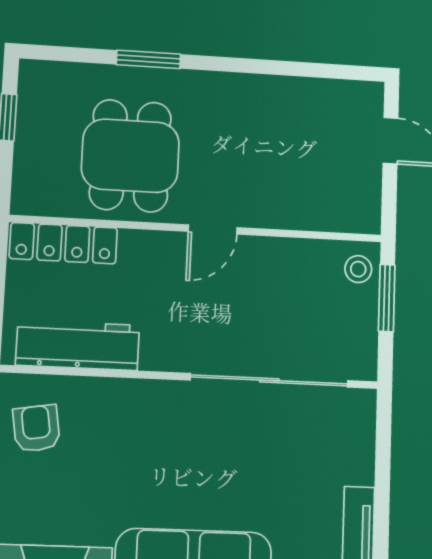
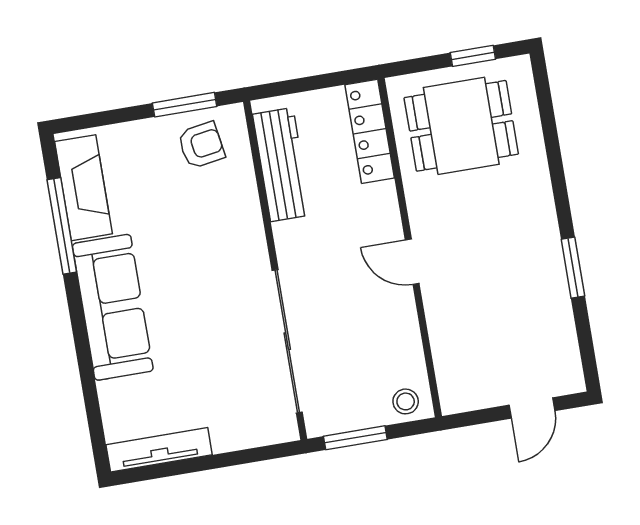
window: (148, 59) -> (573, 268), moved
dining table: (130, 156) -> (461, 126), moved
window: (387, 298) -> (355, 438), moved

